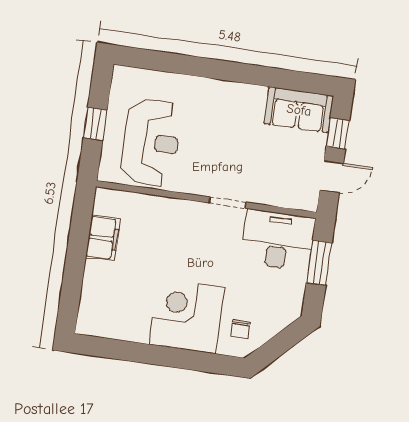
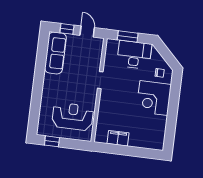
sofa: (299, 110) -> (55, 53), width x1.36
window: (95, 124) -> (52, 141), moved
desk: (278, 240) -> (134, 55), moved, turned 90

